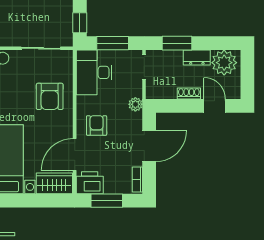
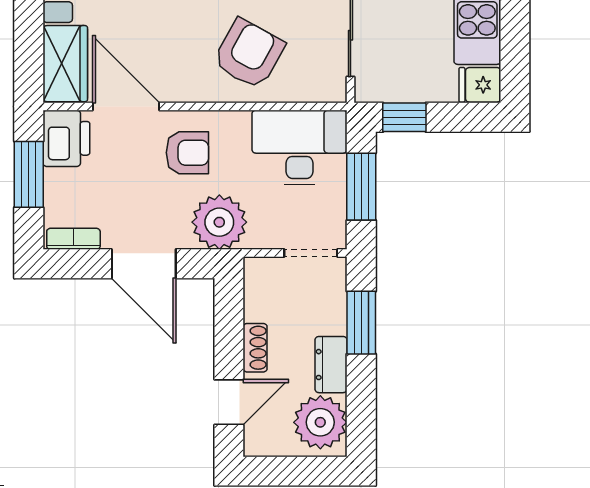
armchair: (50, 96) -> (249, 54), turned 119
plant: (135, 104) -> (219, 222), width x1.88, depth x1.88

